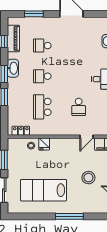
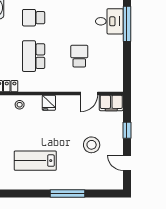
school desk: (79, 107) -> (79, 56), turned 180
fridge: (44, 144) -> (49, 103), moved
lab bench: (44, 190) -> (35, 161), width x0.73, depth x0.72

